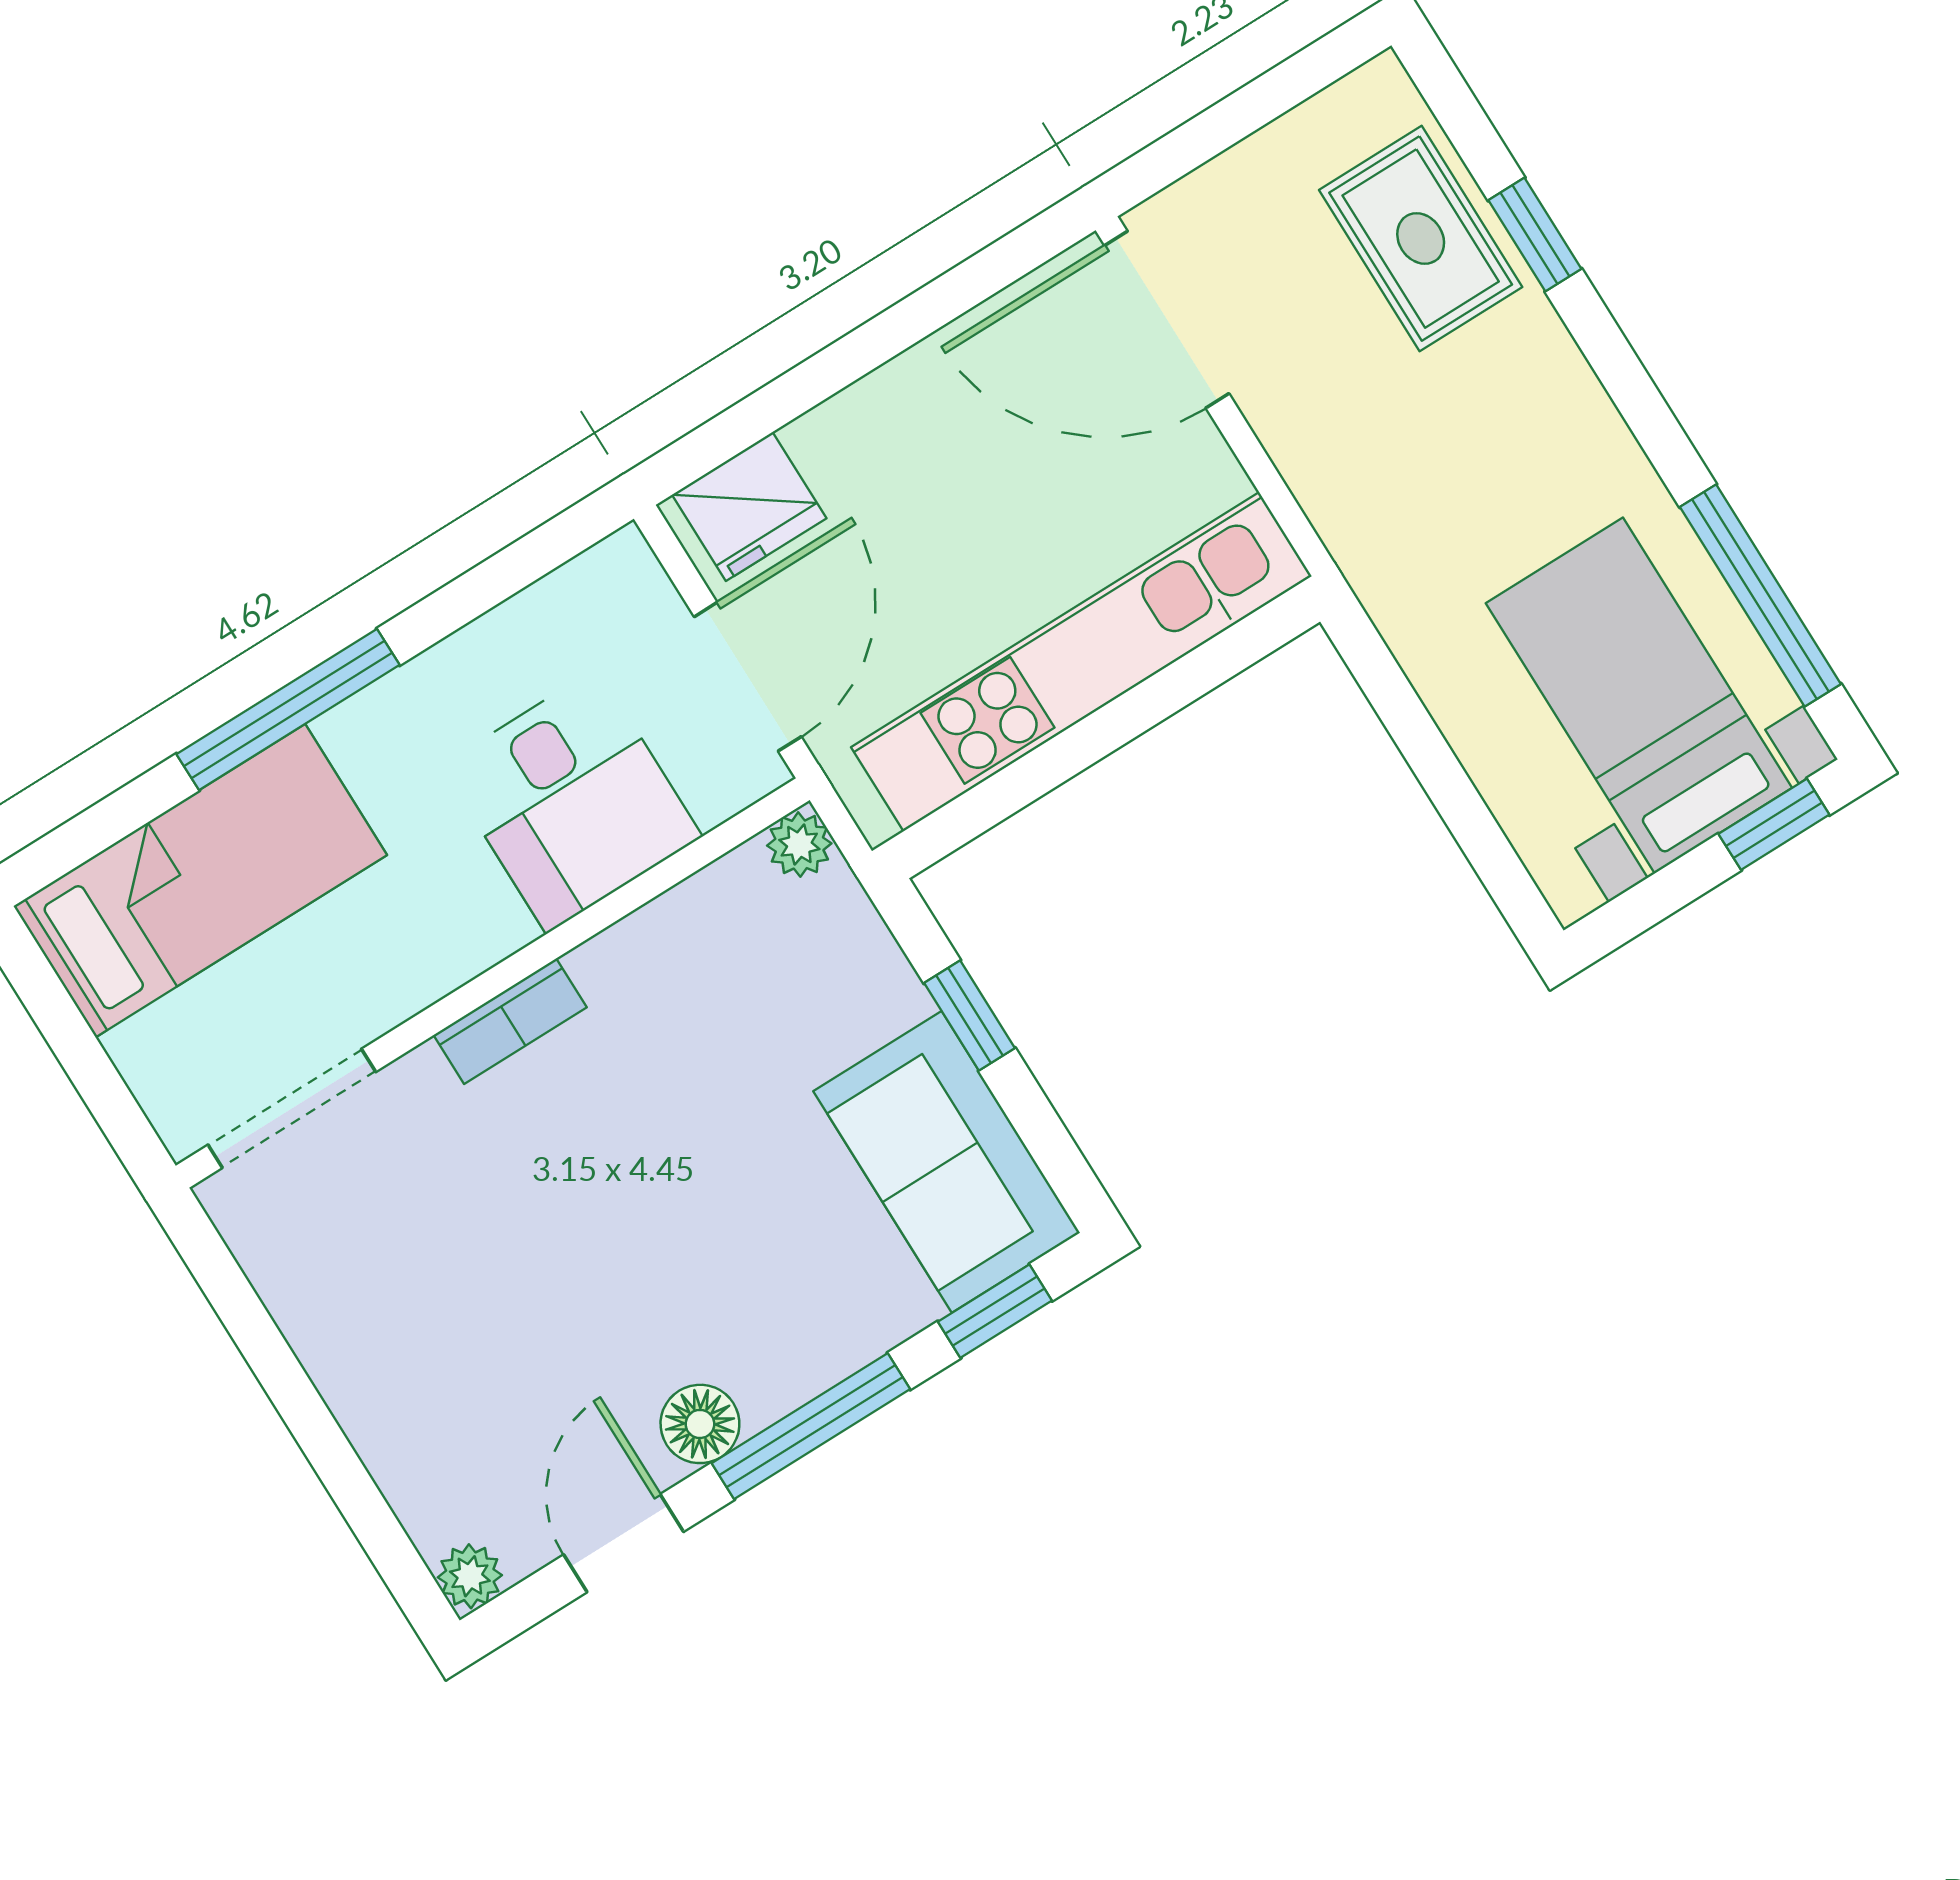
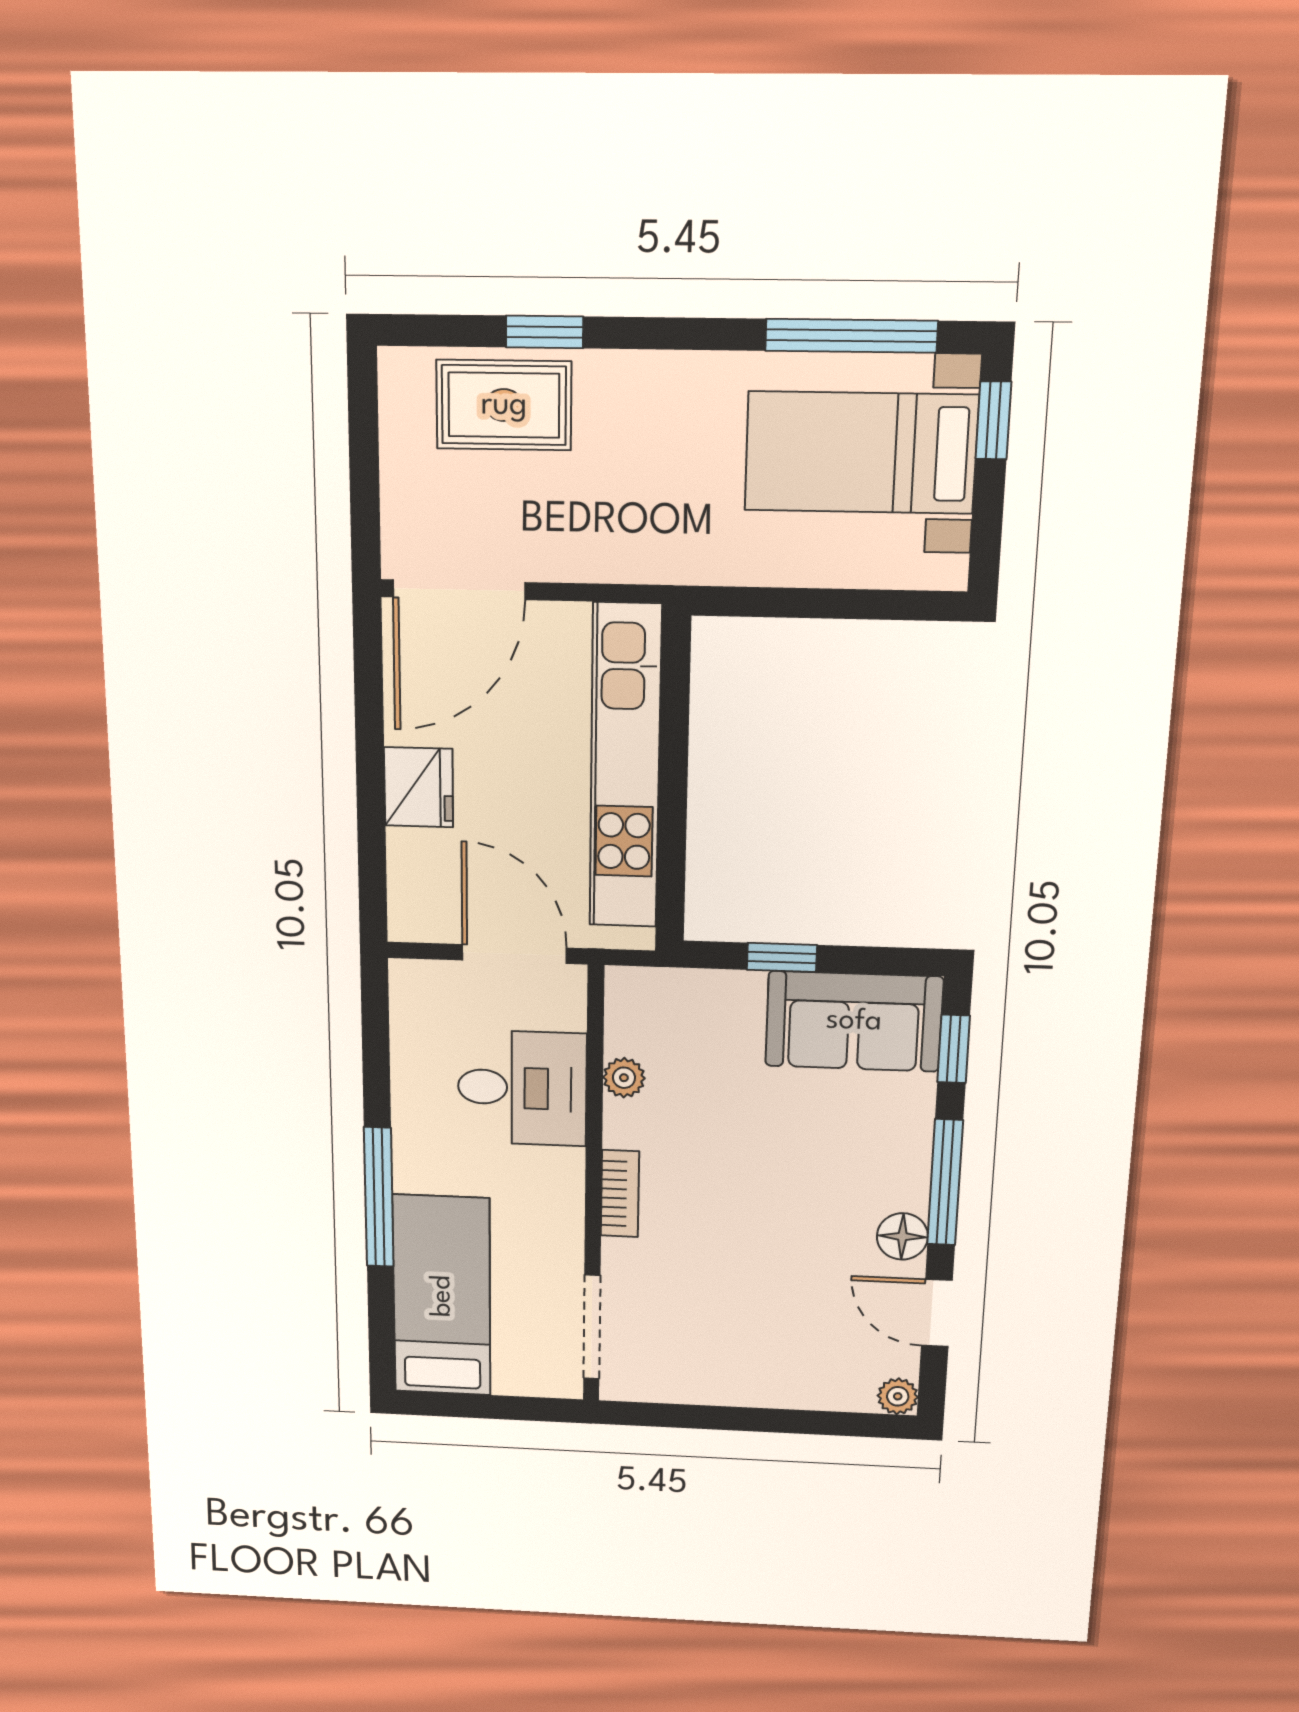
fridge: (749, 507) -> (419, 787), moved
plant: (799, 845) -> (624, 1078), moved

